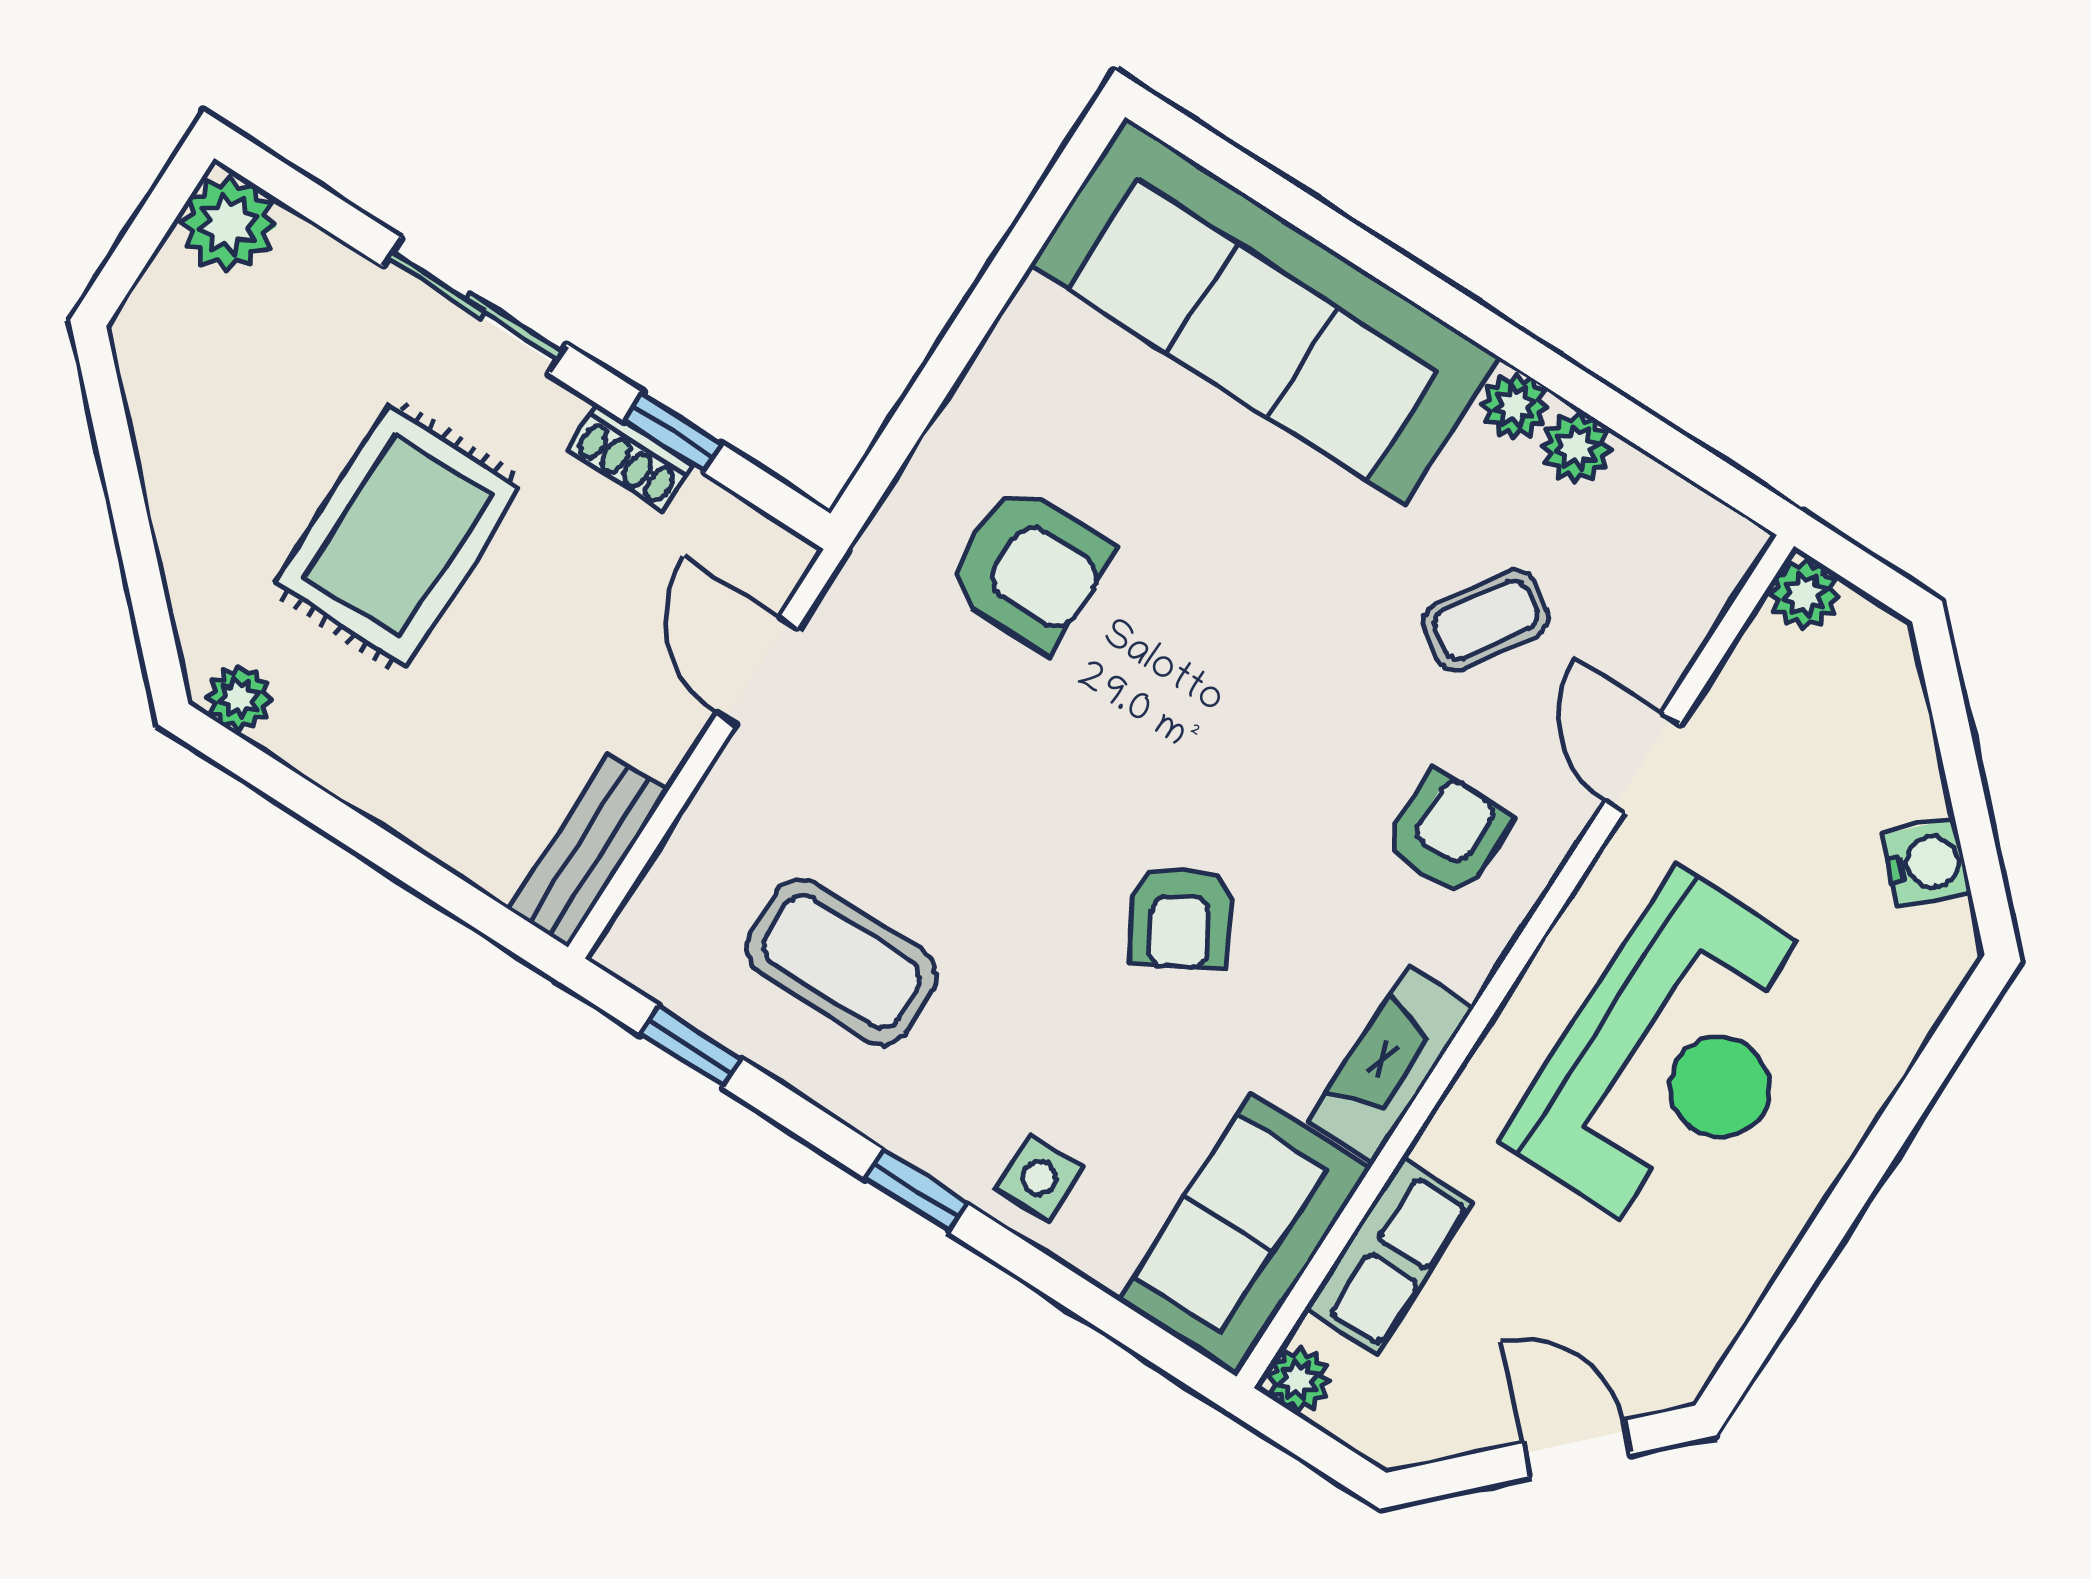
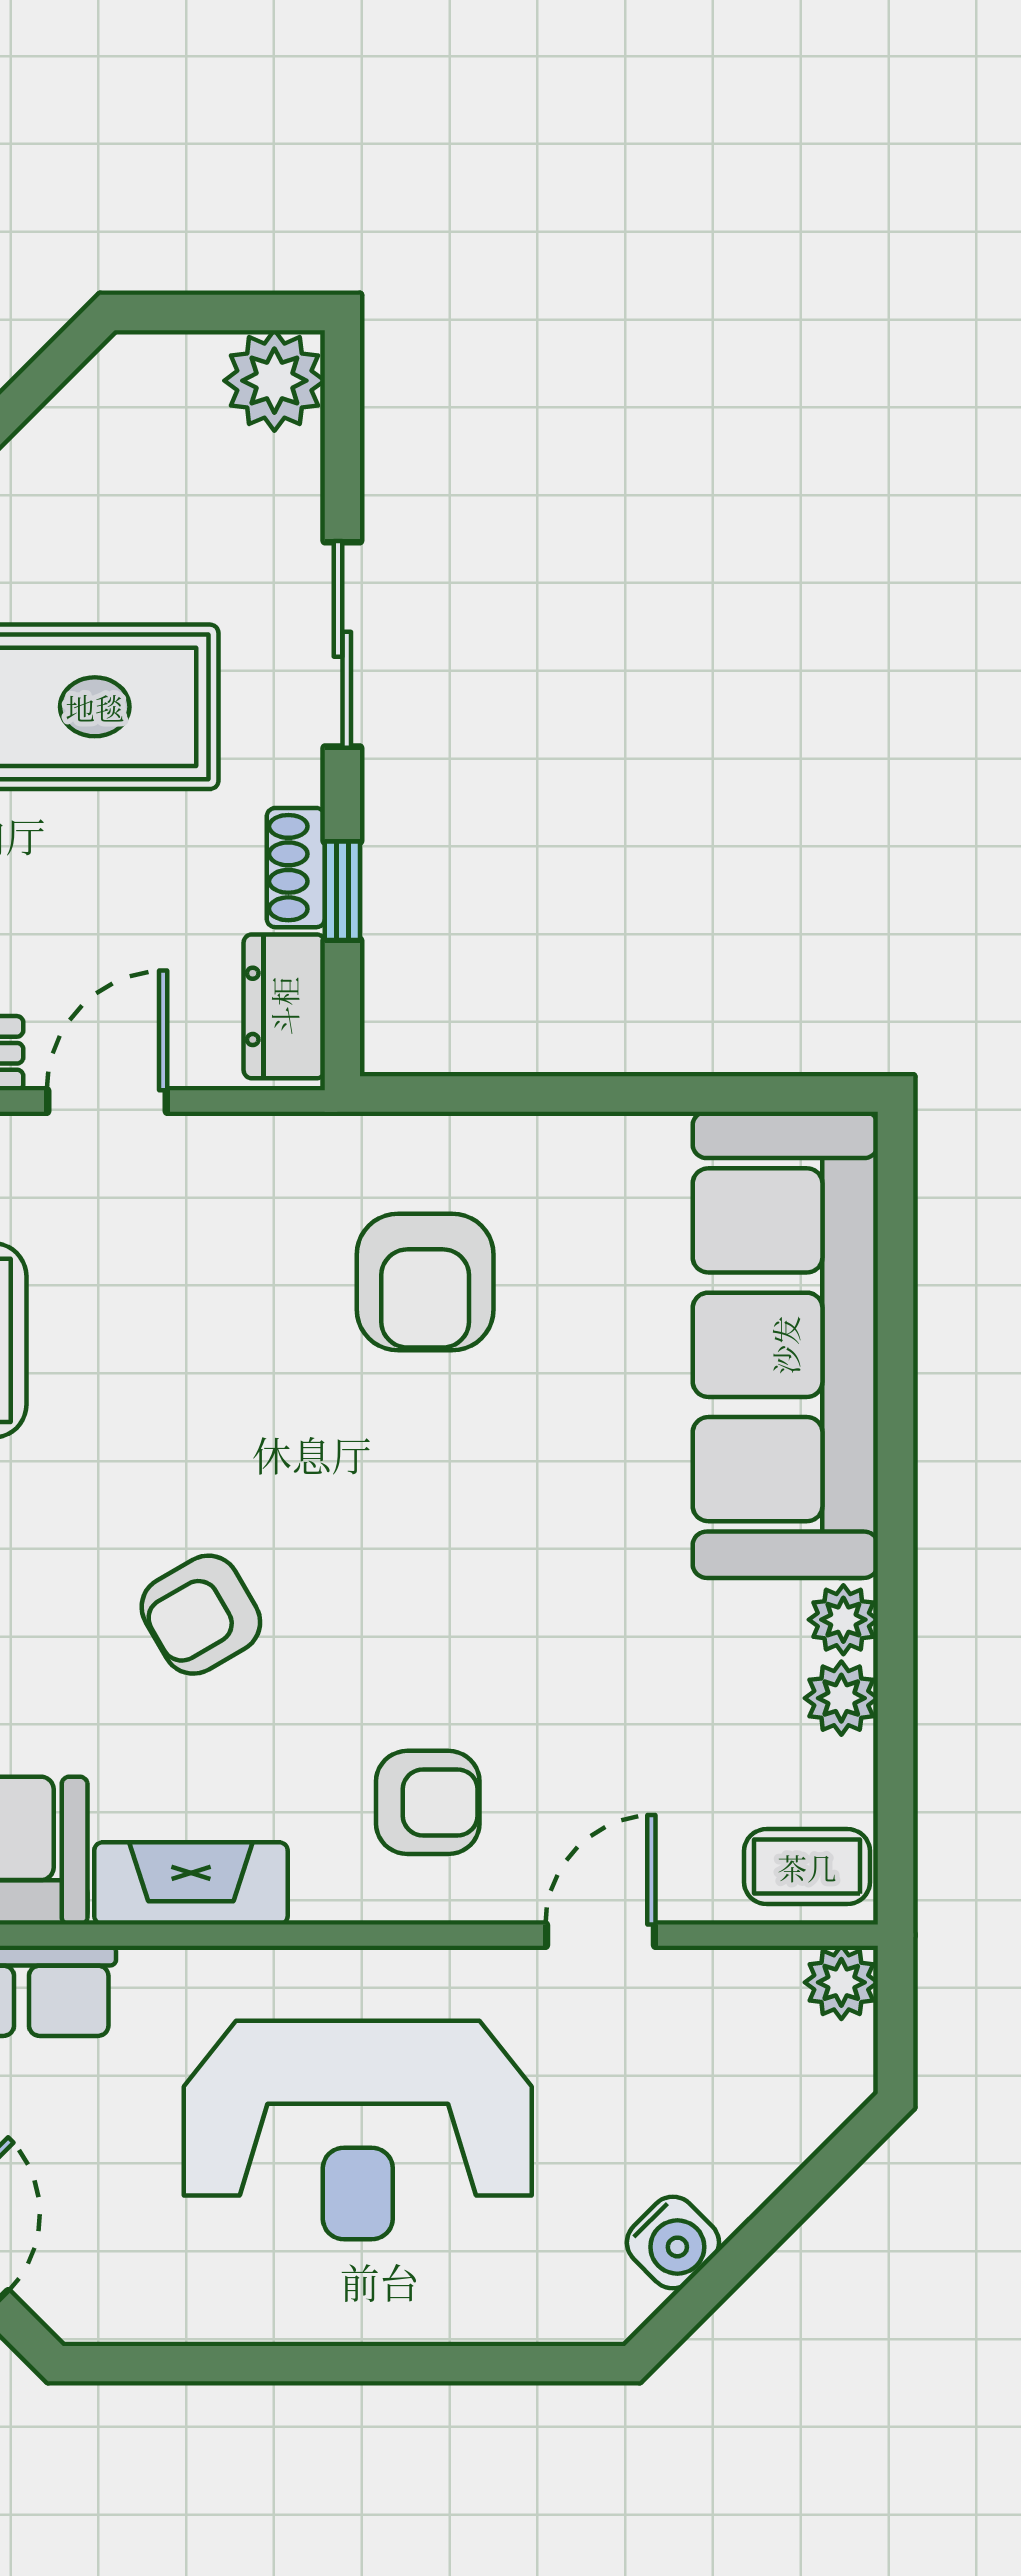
dresser: (735, 538) -> (284, 1006), added
coffee table: (1486, 620) -> (807, 1867), moved, turned -33
door: (757, 671) -> (107, 1101), moved

